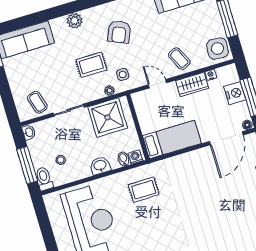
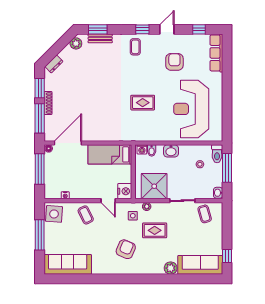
plant: (75, 21) -> (171, 268), moved
wardrobe: (192, 84) -> (82, 192), removed
nightstand: (235, 93) -> (125, 191), moved, turned 180
rug: (144, 190) -> (143, 103), moved

